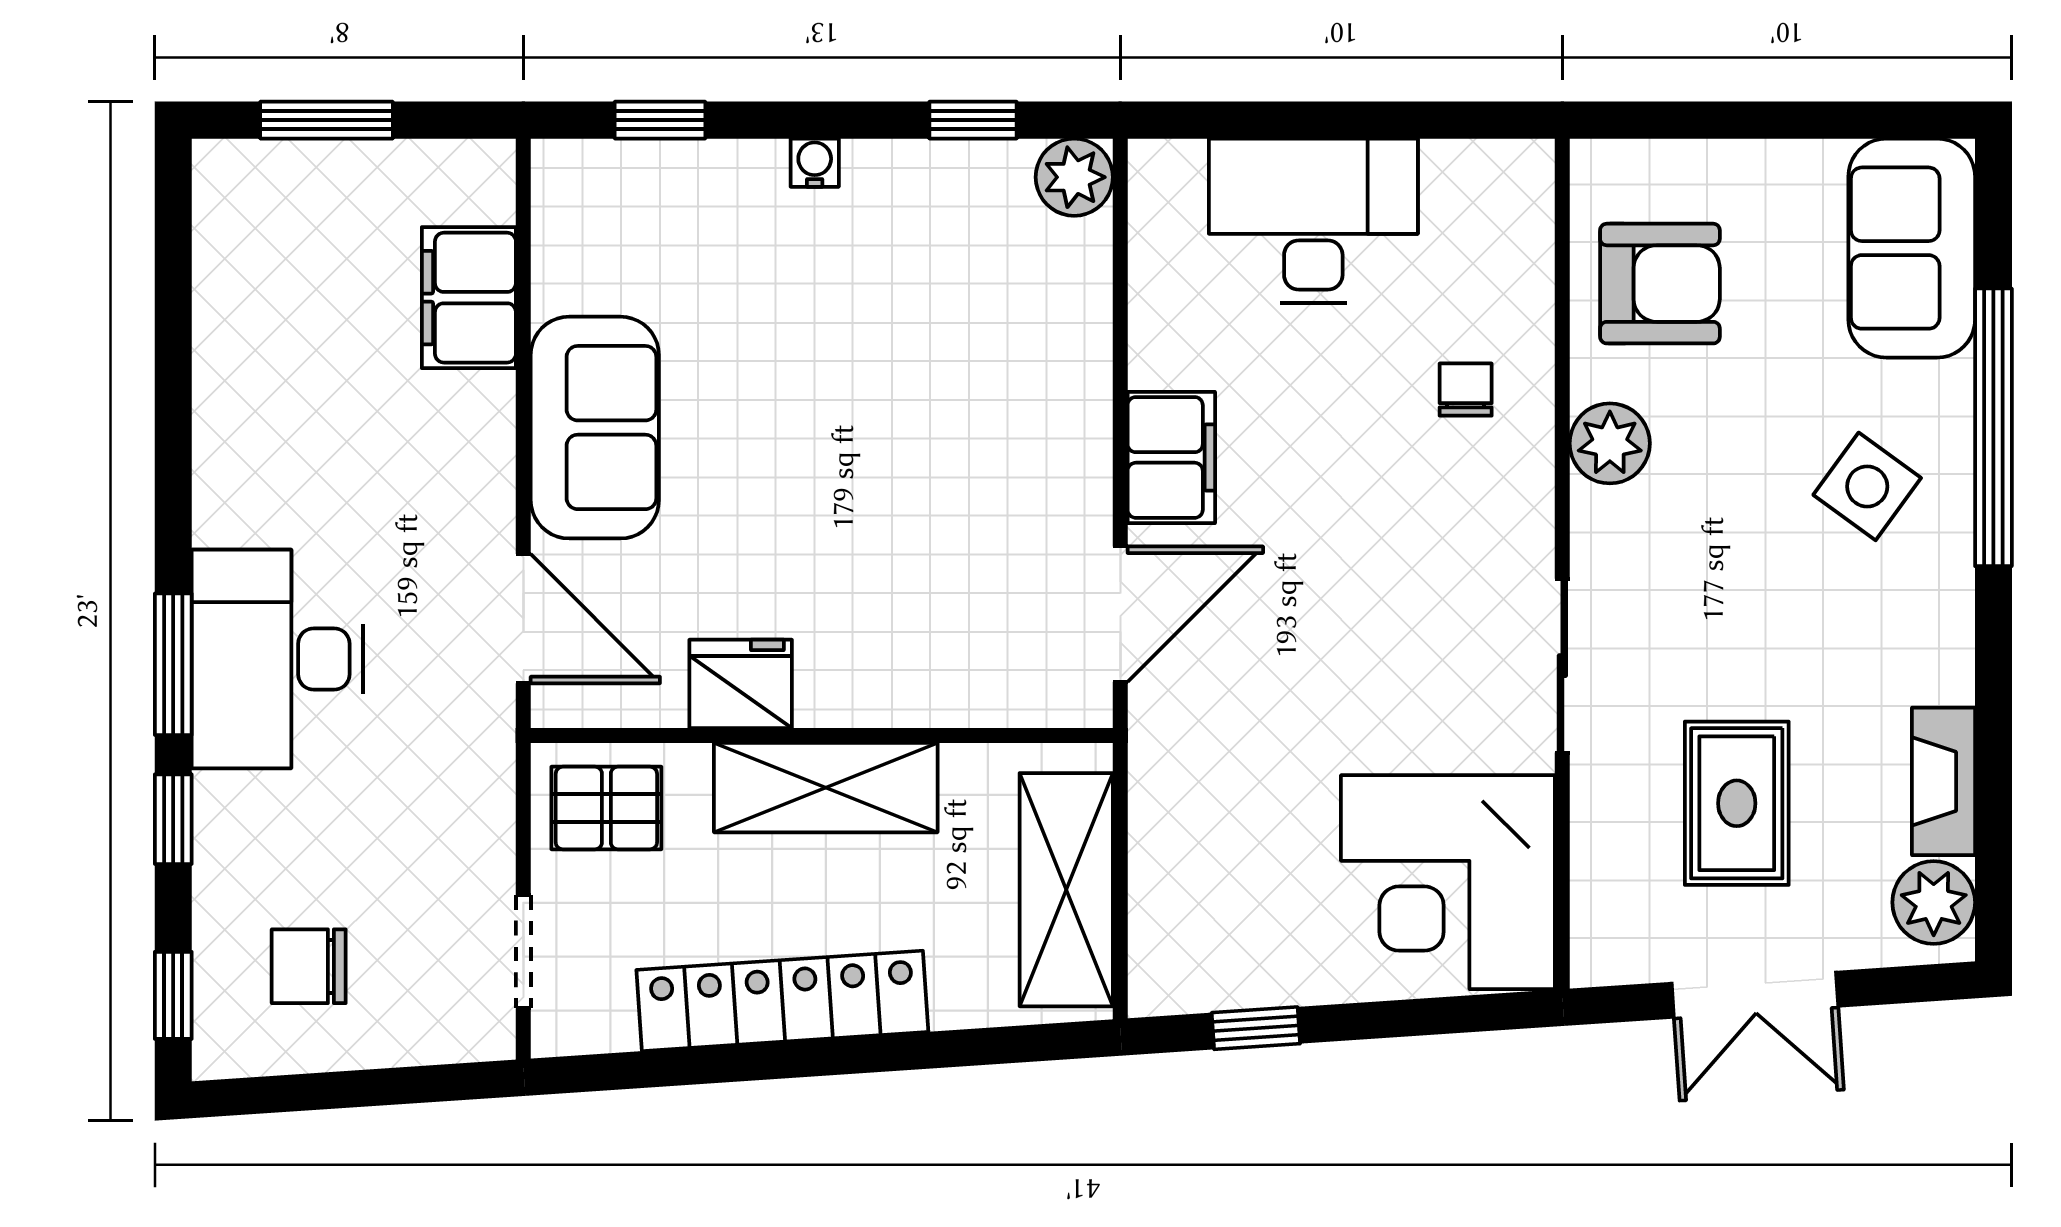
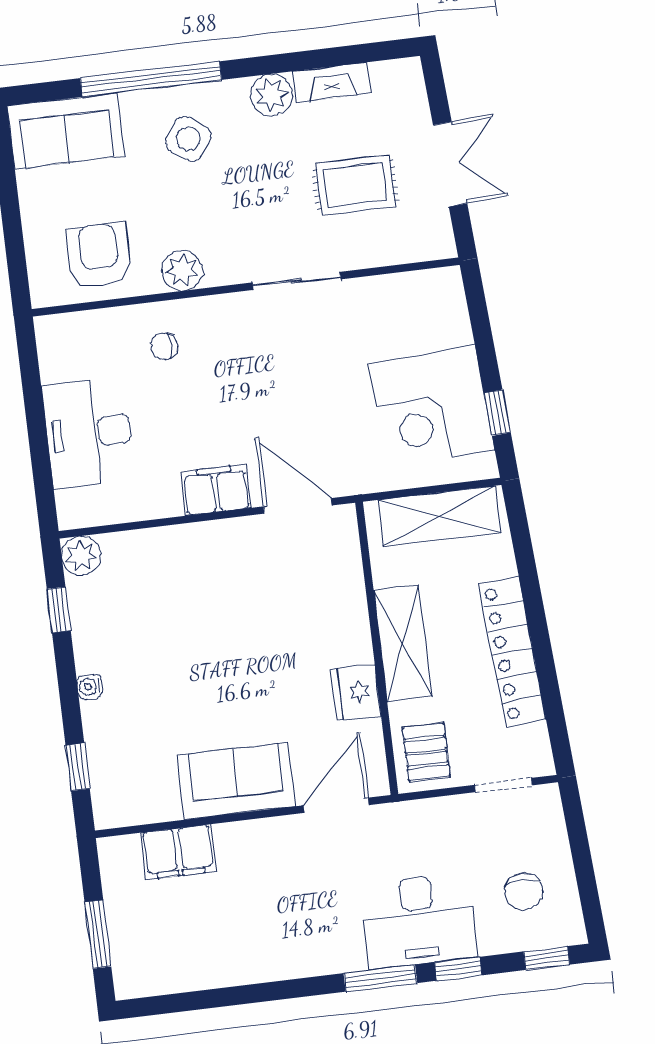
desk: (278, 659) -> (419, 920), moved
corner desk: (1448, 882) -> (432, 407), moved, turned 86
plant: (1934, 902) -> (271, 95), moved

